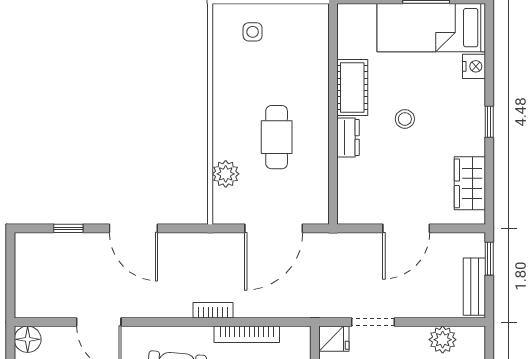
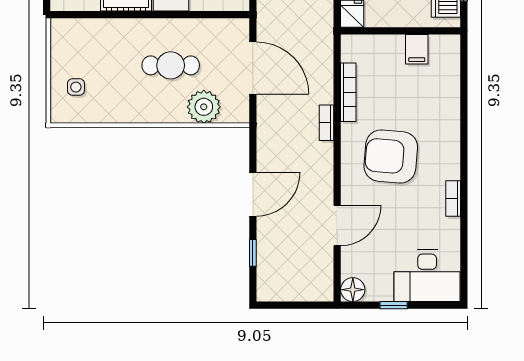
plant: (226, 174) -> (204, 107), width x1.36, depth x1.36

